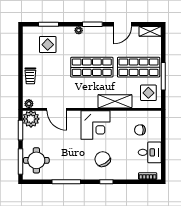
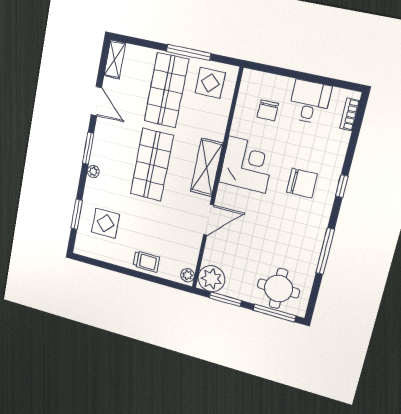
shelving: (115, 101) -> (207, 167), moved
door: (57, 109) -> (209, 220), moved
corner desk: (96, 125) -> (247, 165), moved
chair: (103, 159) -> (302, 183), turned -149

